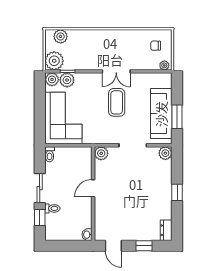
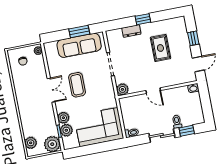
plant: (52, 79) -> (63, 118), moved
coffee table: (117, 102) -> (77, 85), turned 90
plant: (165, 153) -> (112, 35), removed
rug: (140, 206) -> (160, 48), added
dresser: (166, 230) -> (131, 31), moved

